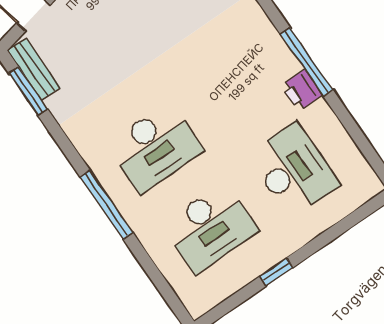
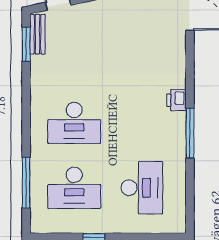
printer: (302, 90) -> (176, 100), moved
window: (107, 205) -> (26, 183), moved

